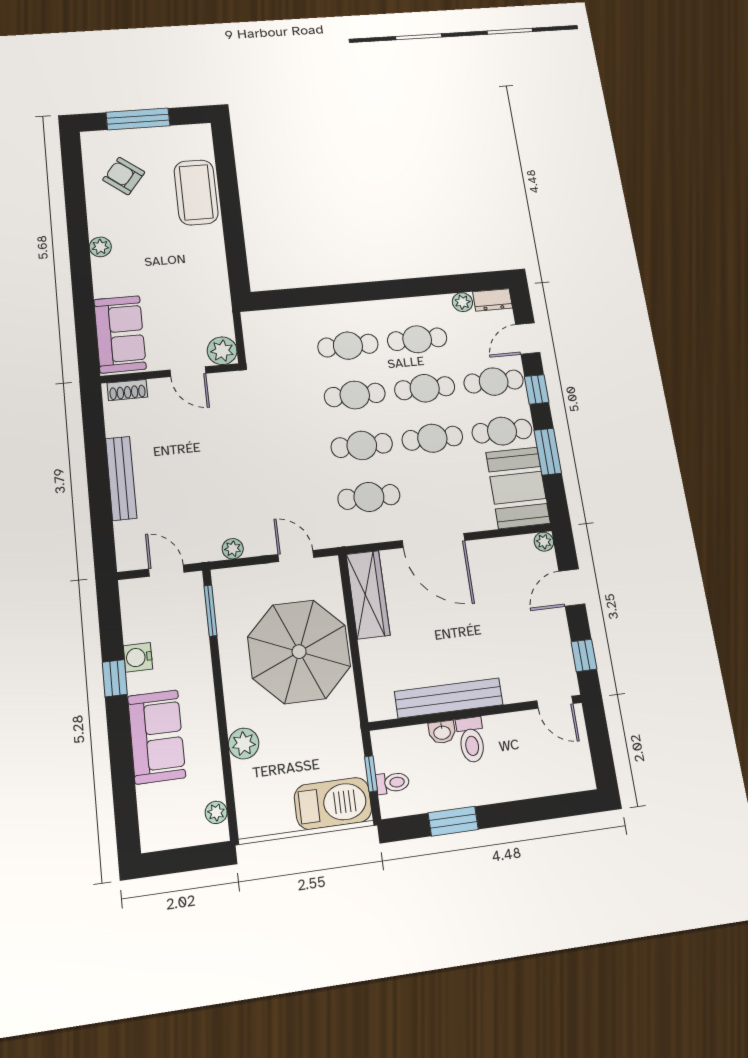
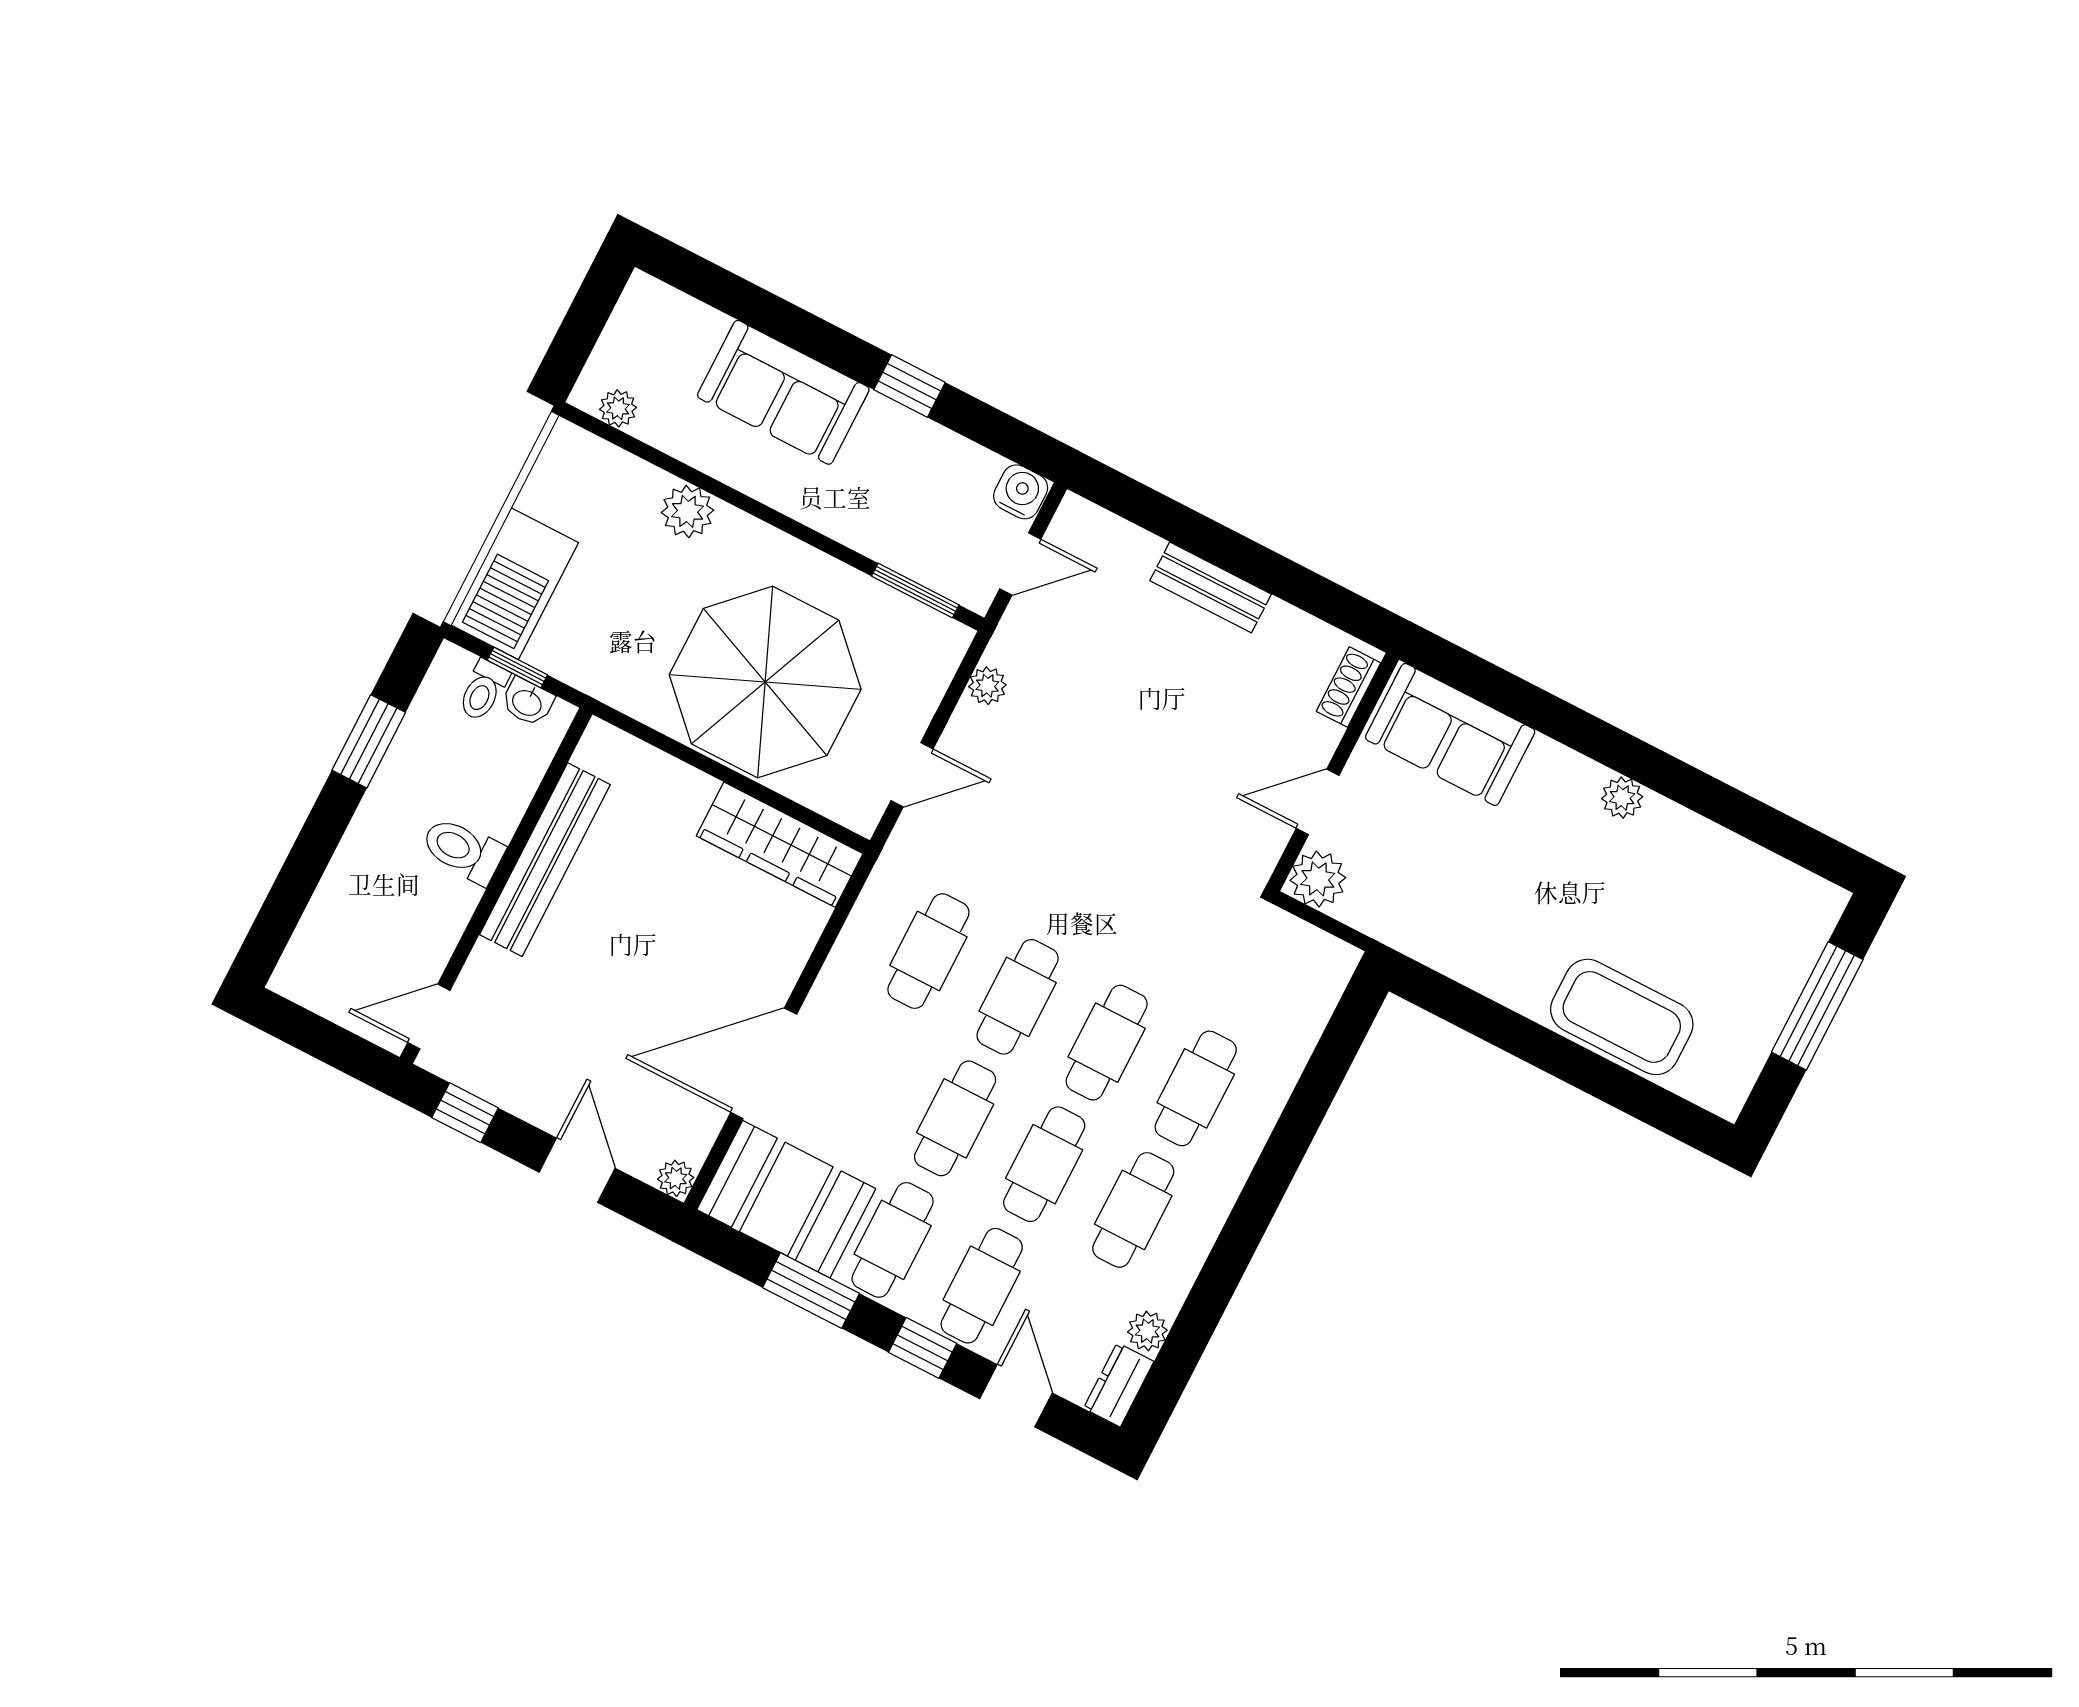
armchair: (124, 176) -> (1726, 916), removed
bench: (121, 478) -> (1211, 587), width x0.73
door: (433, 540) -> (764, 1063), moved
water cooler: (138, 657) -> (1021, 492), moved
washbasin: (442, 732) -> (527, 702), moved, turned -90

